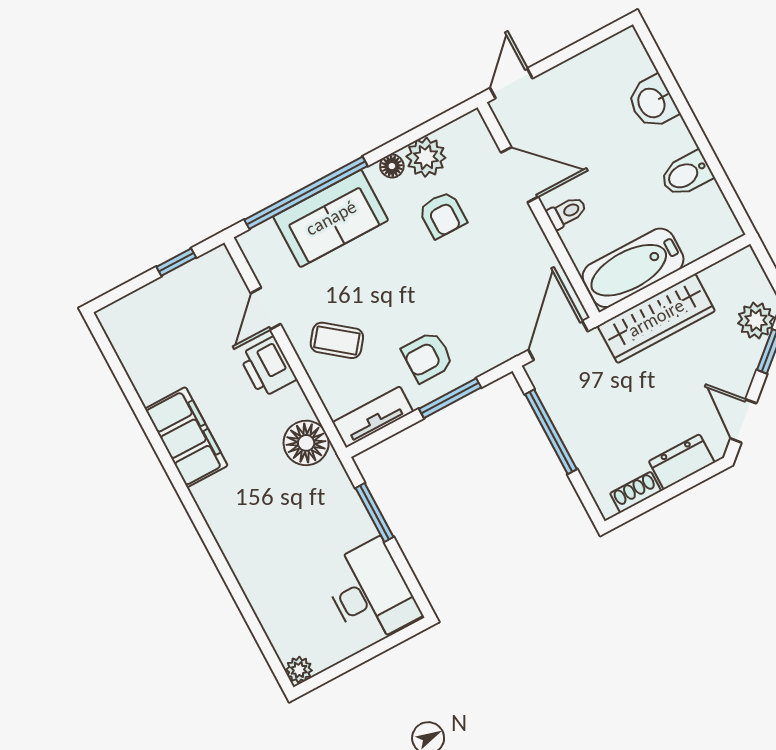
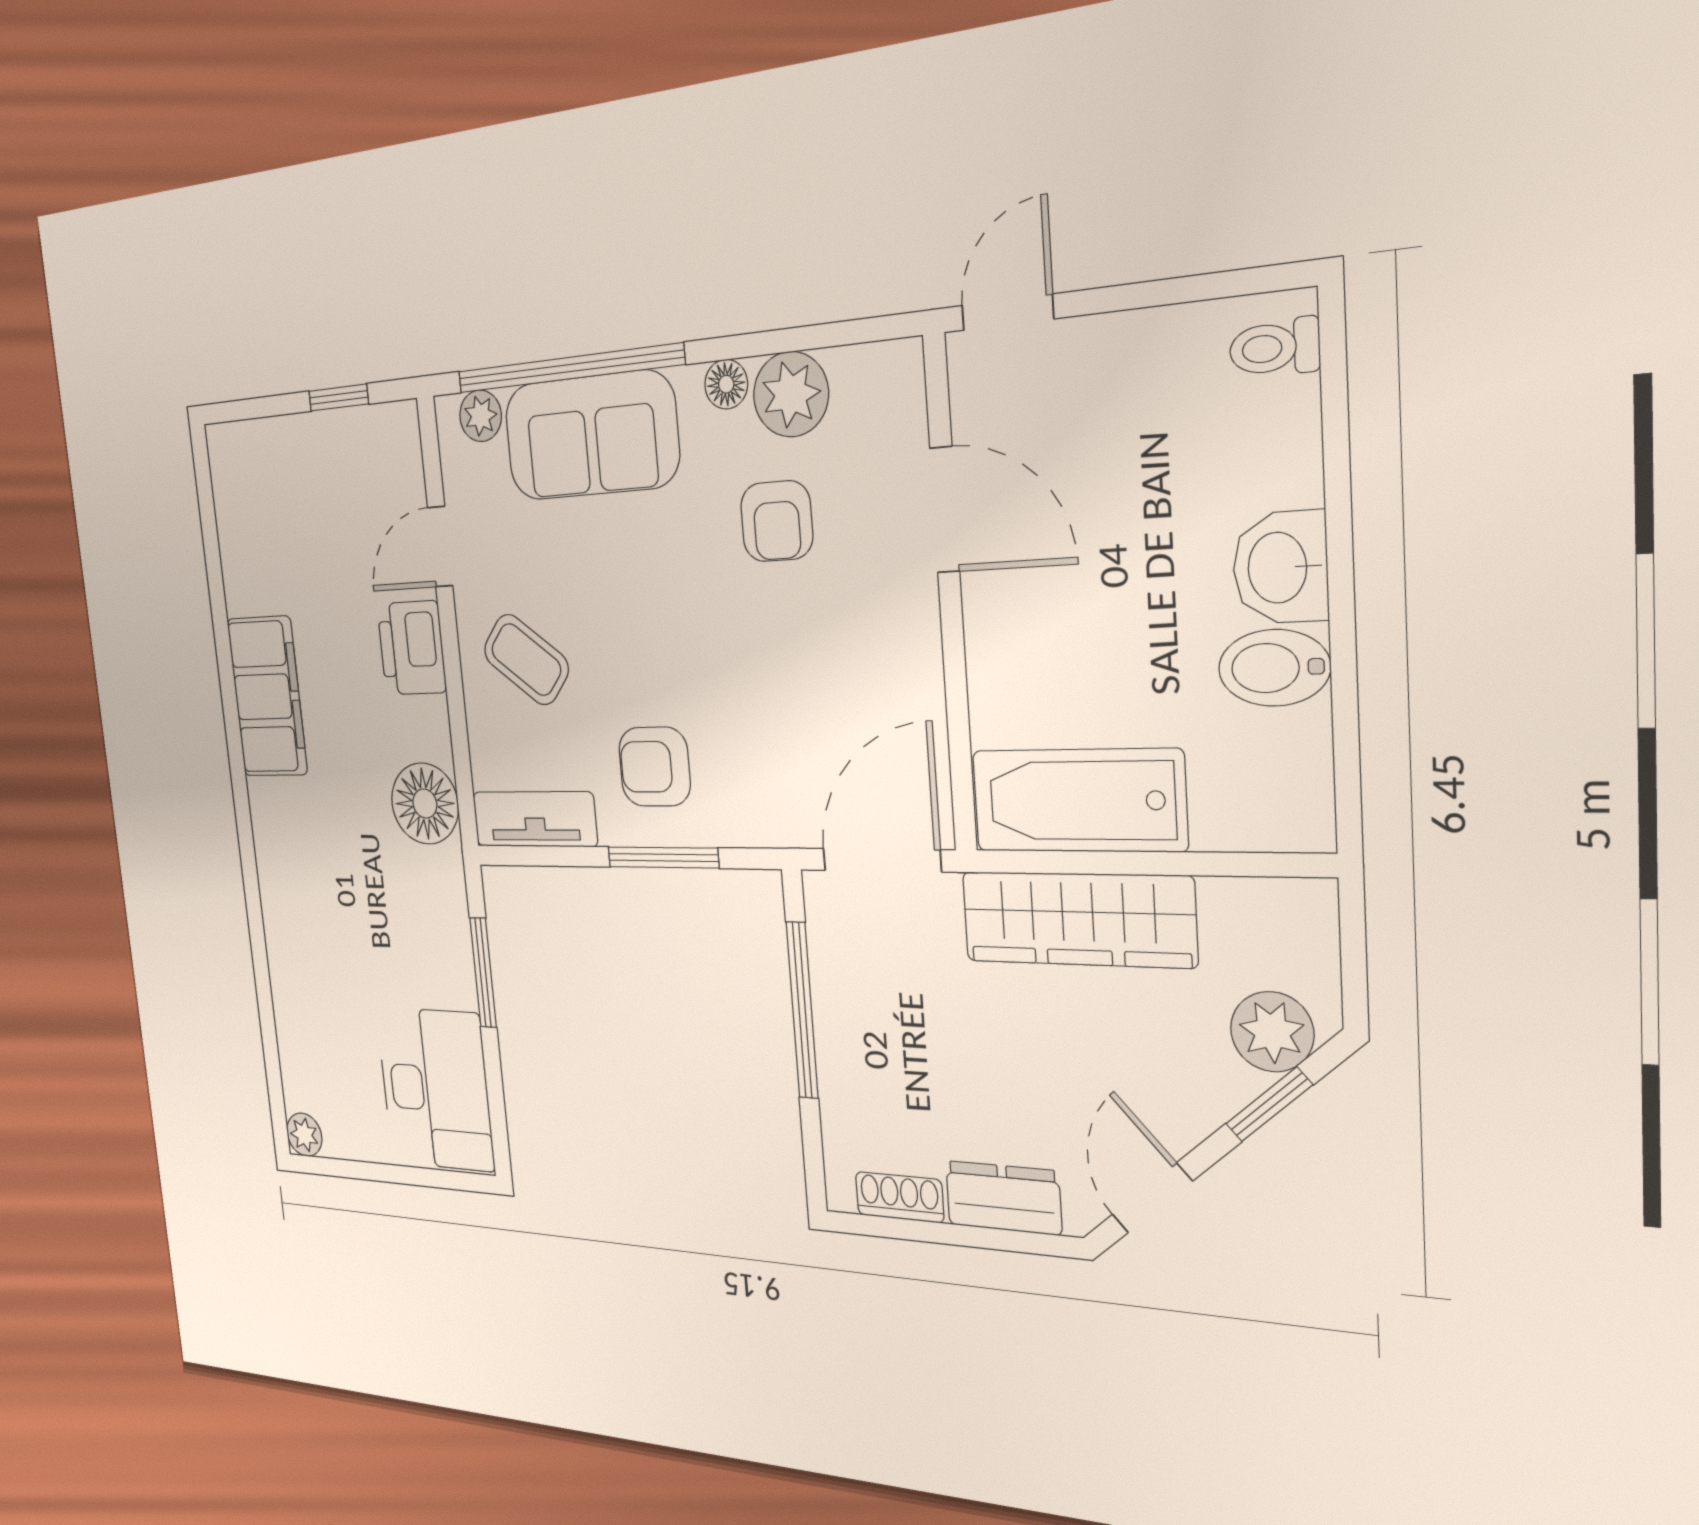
washbasin: (652, 102) -> (1280, 568), moved
toilet: (567, 212) -> (1275, 348), moved, turned 180
plant: (265, 235) -> (481, 416), added

